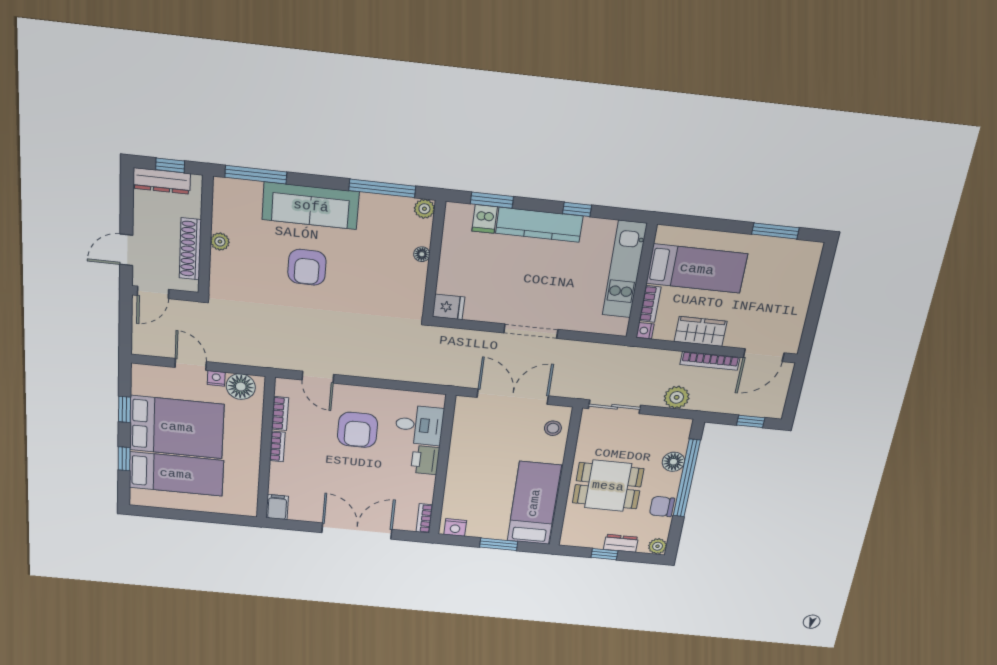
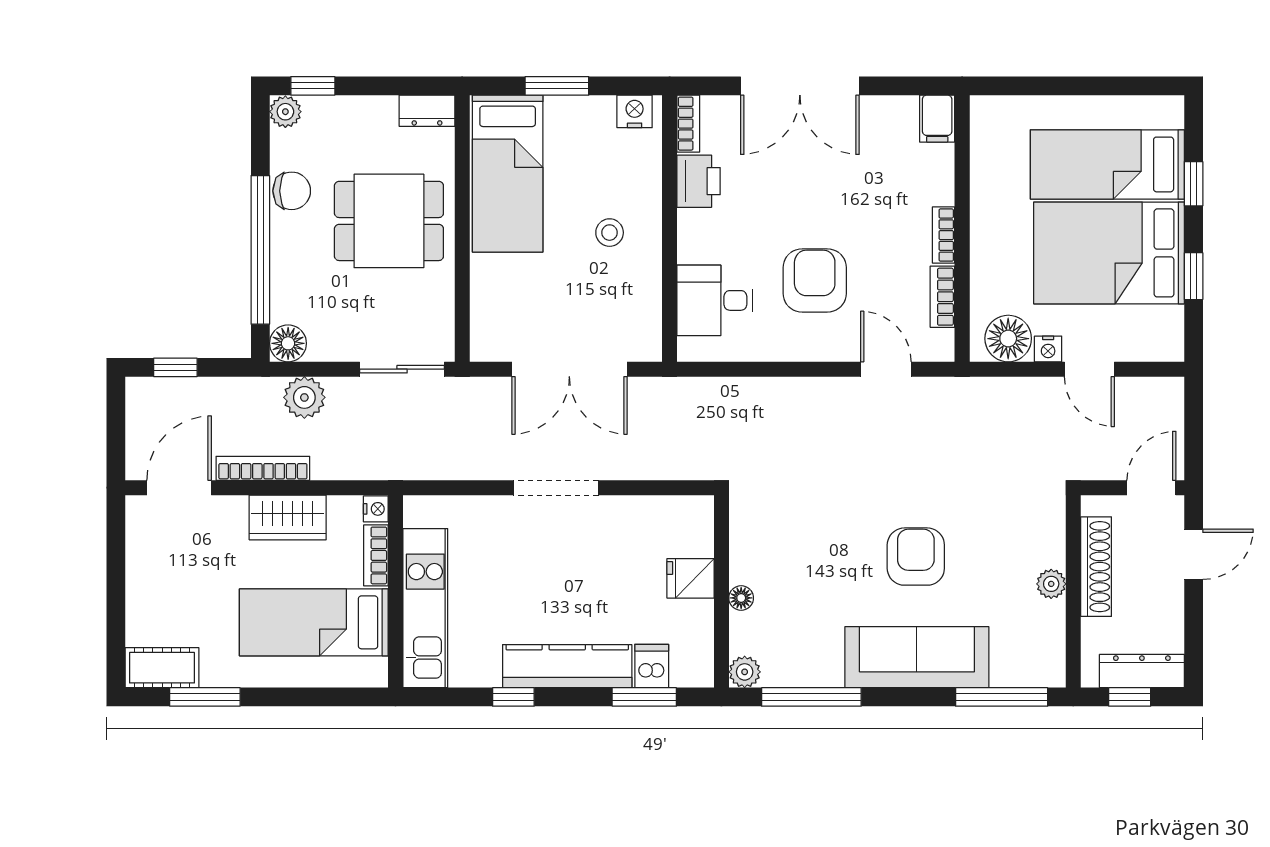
cot: (799, 252) -> (162, 668), added
fridge: (448, 307) -> (690, 578), moved
stool: (553, 428) -> (610, 233), moved
printer: (425, 460) -> (699, 181), moved
floor lamp: (673, 462) -> (288, 343), moved
dresser: (621, 543) -> (427, 111), moved
window: (604, 554) -> (313, 86), moved

